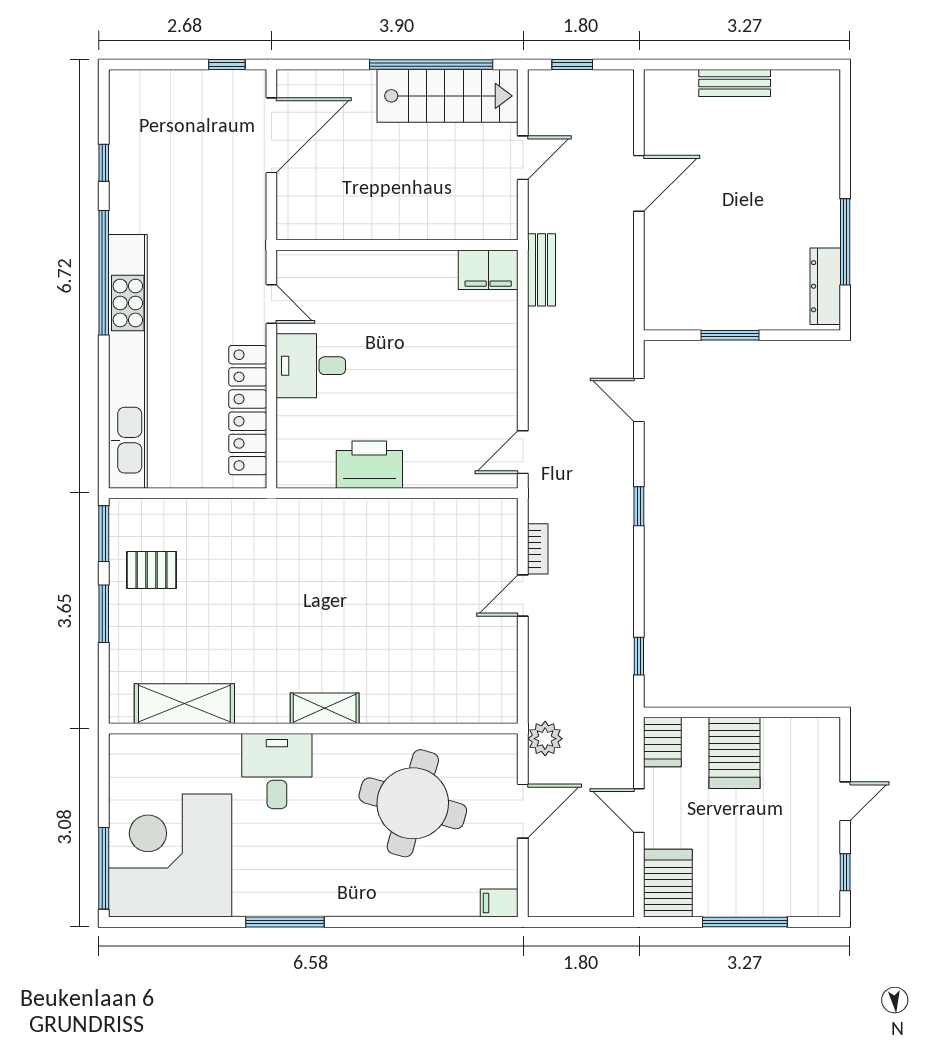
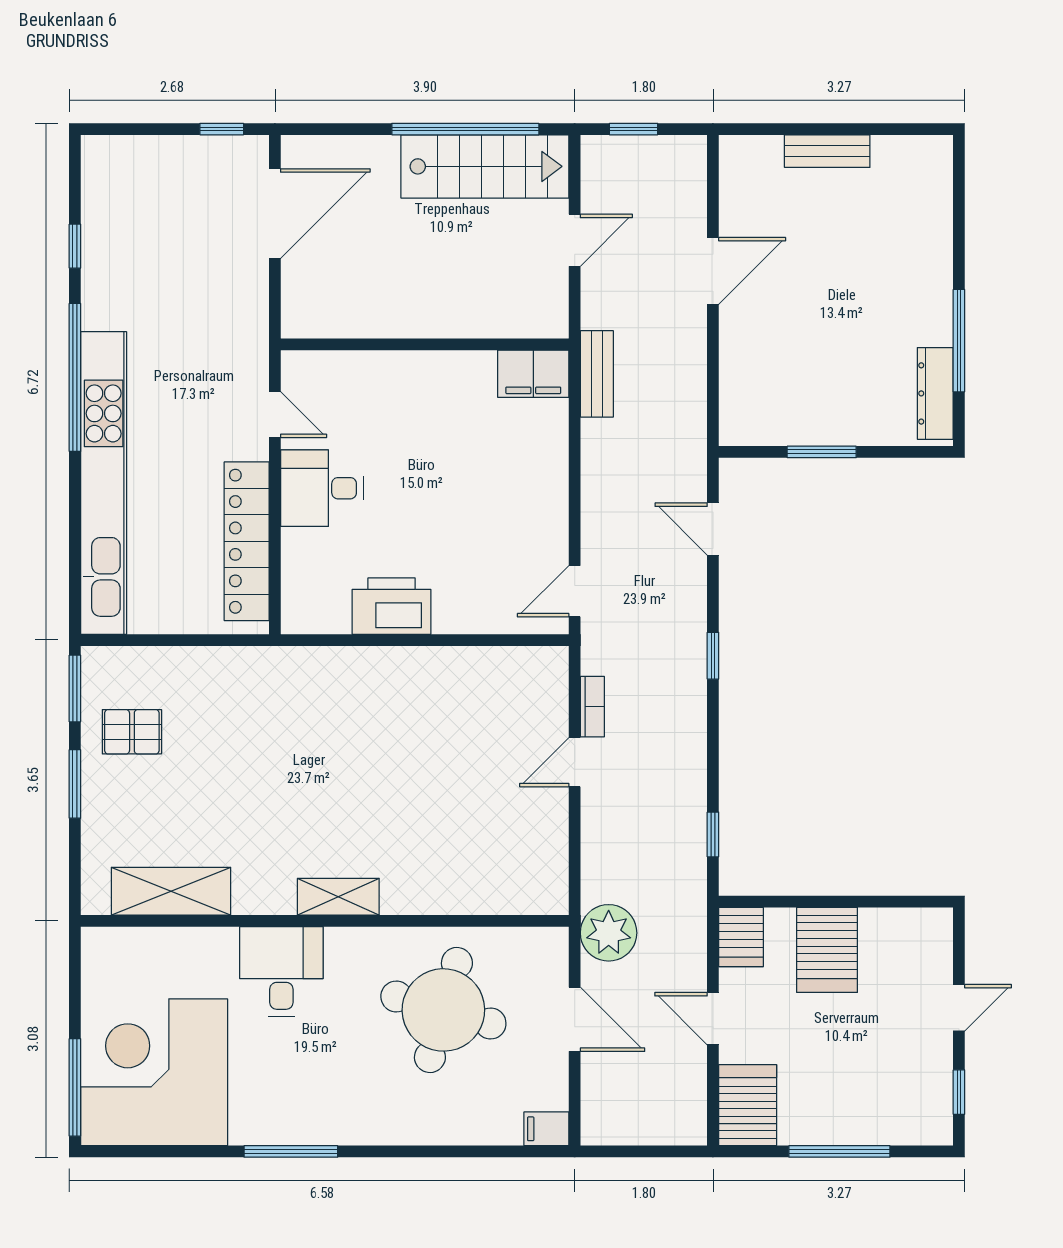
plant: (545, 739) -> (609, 933), width x1.36, depth x1.36
door: (523, 811) -> (575, 1019), hinge flipped

